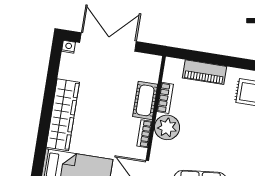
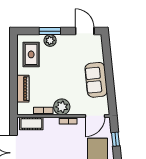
cot: (145, 100) -> (31, 123), moved

